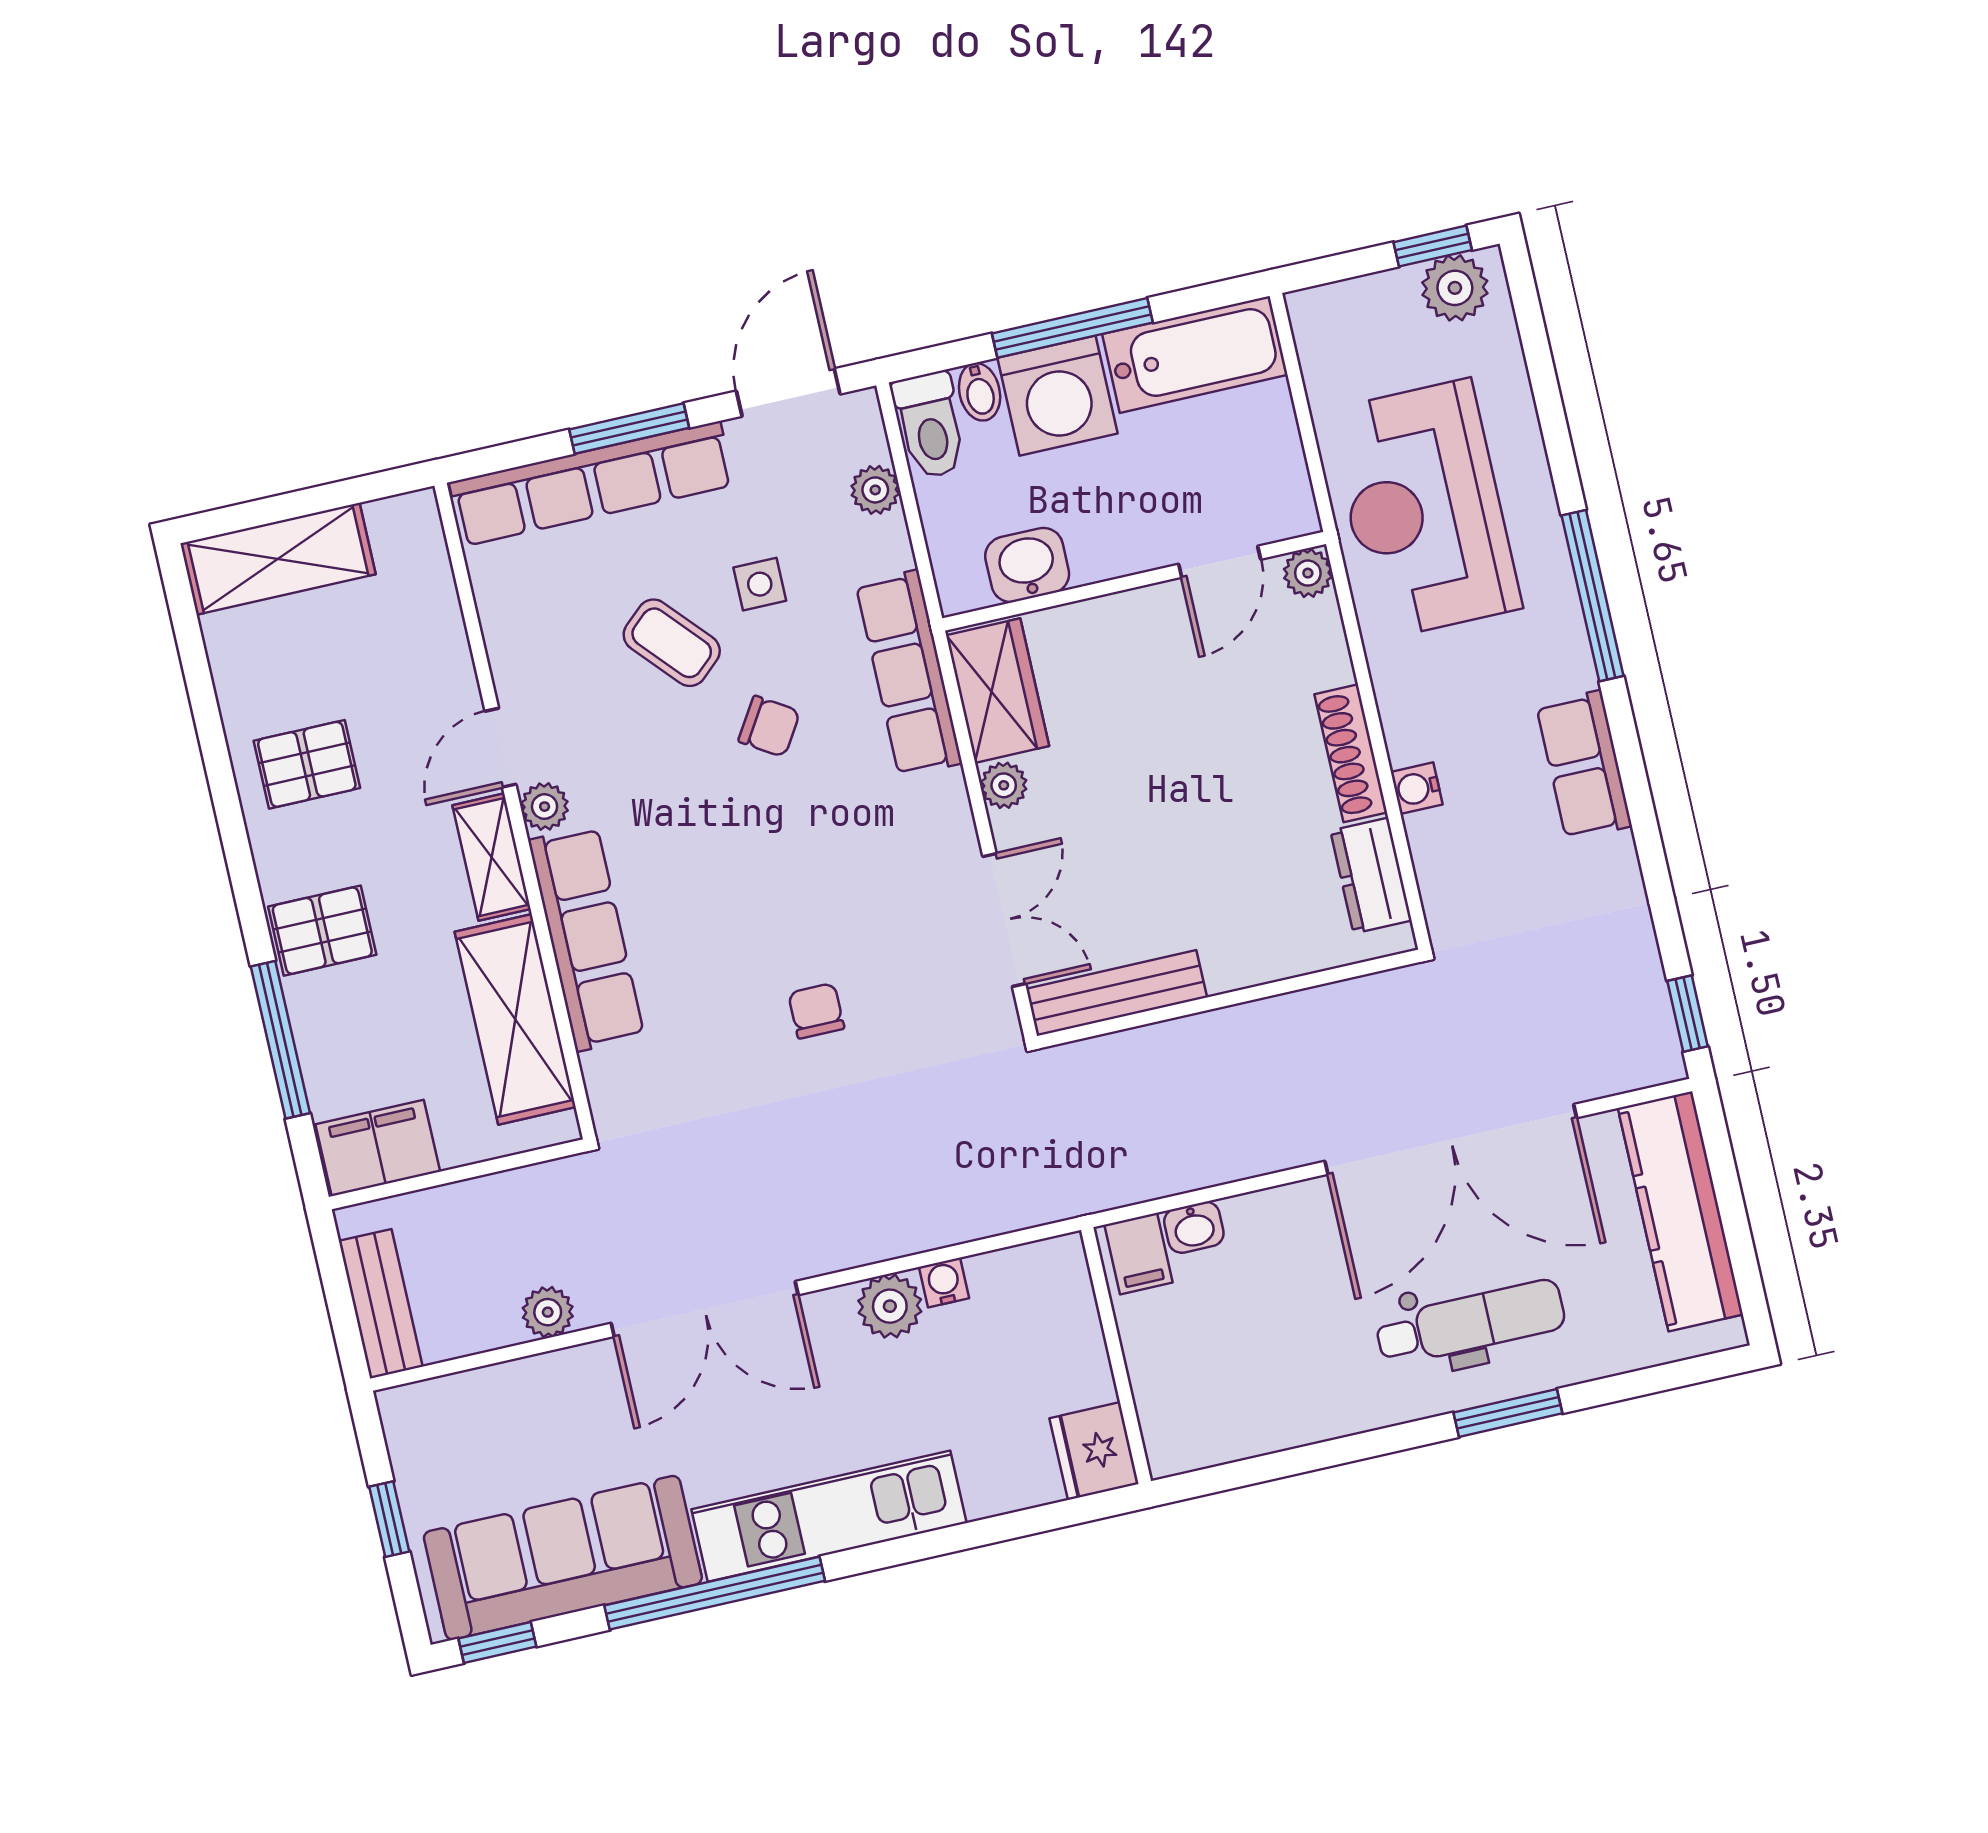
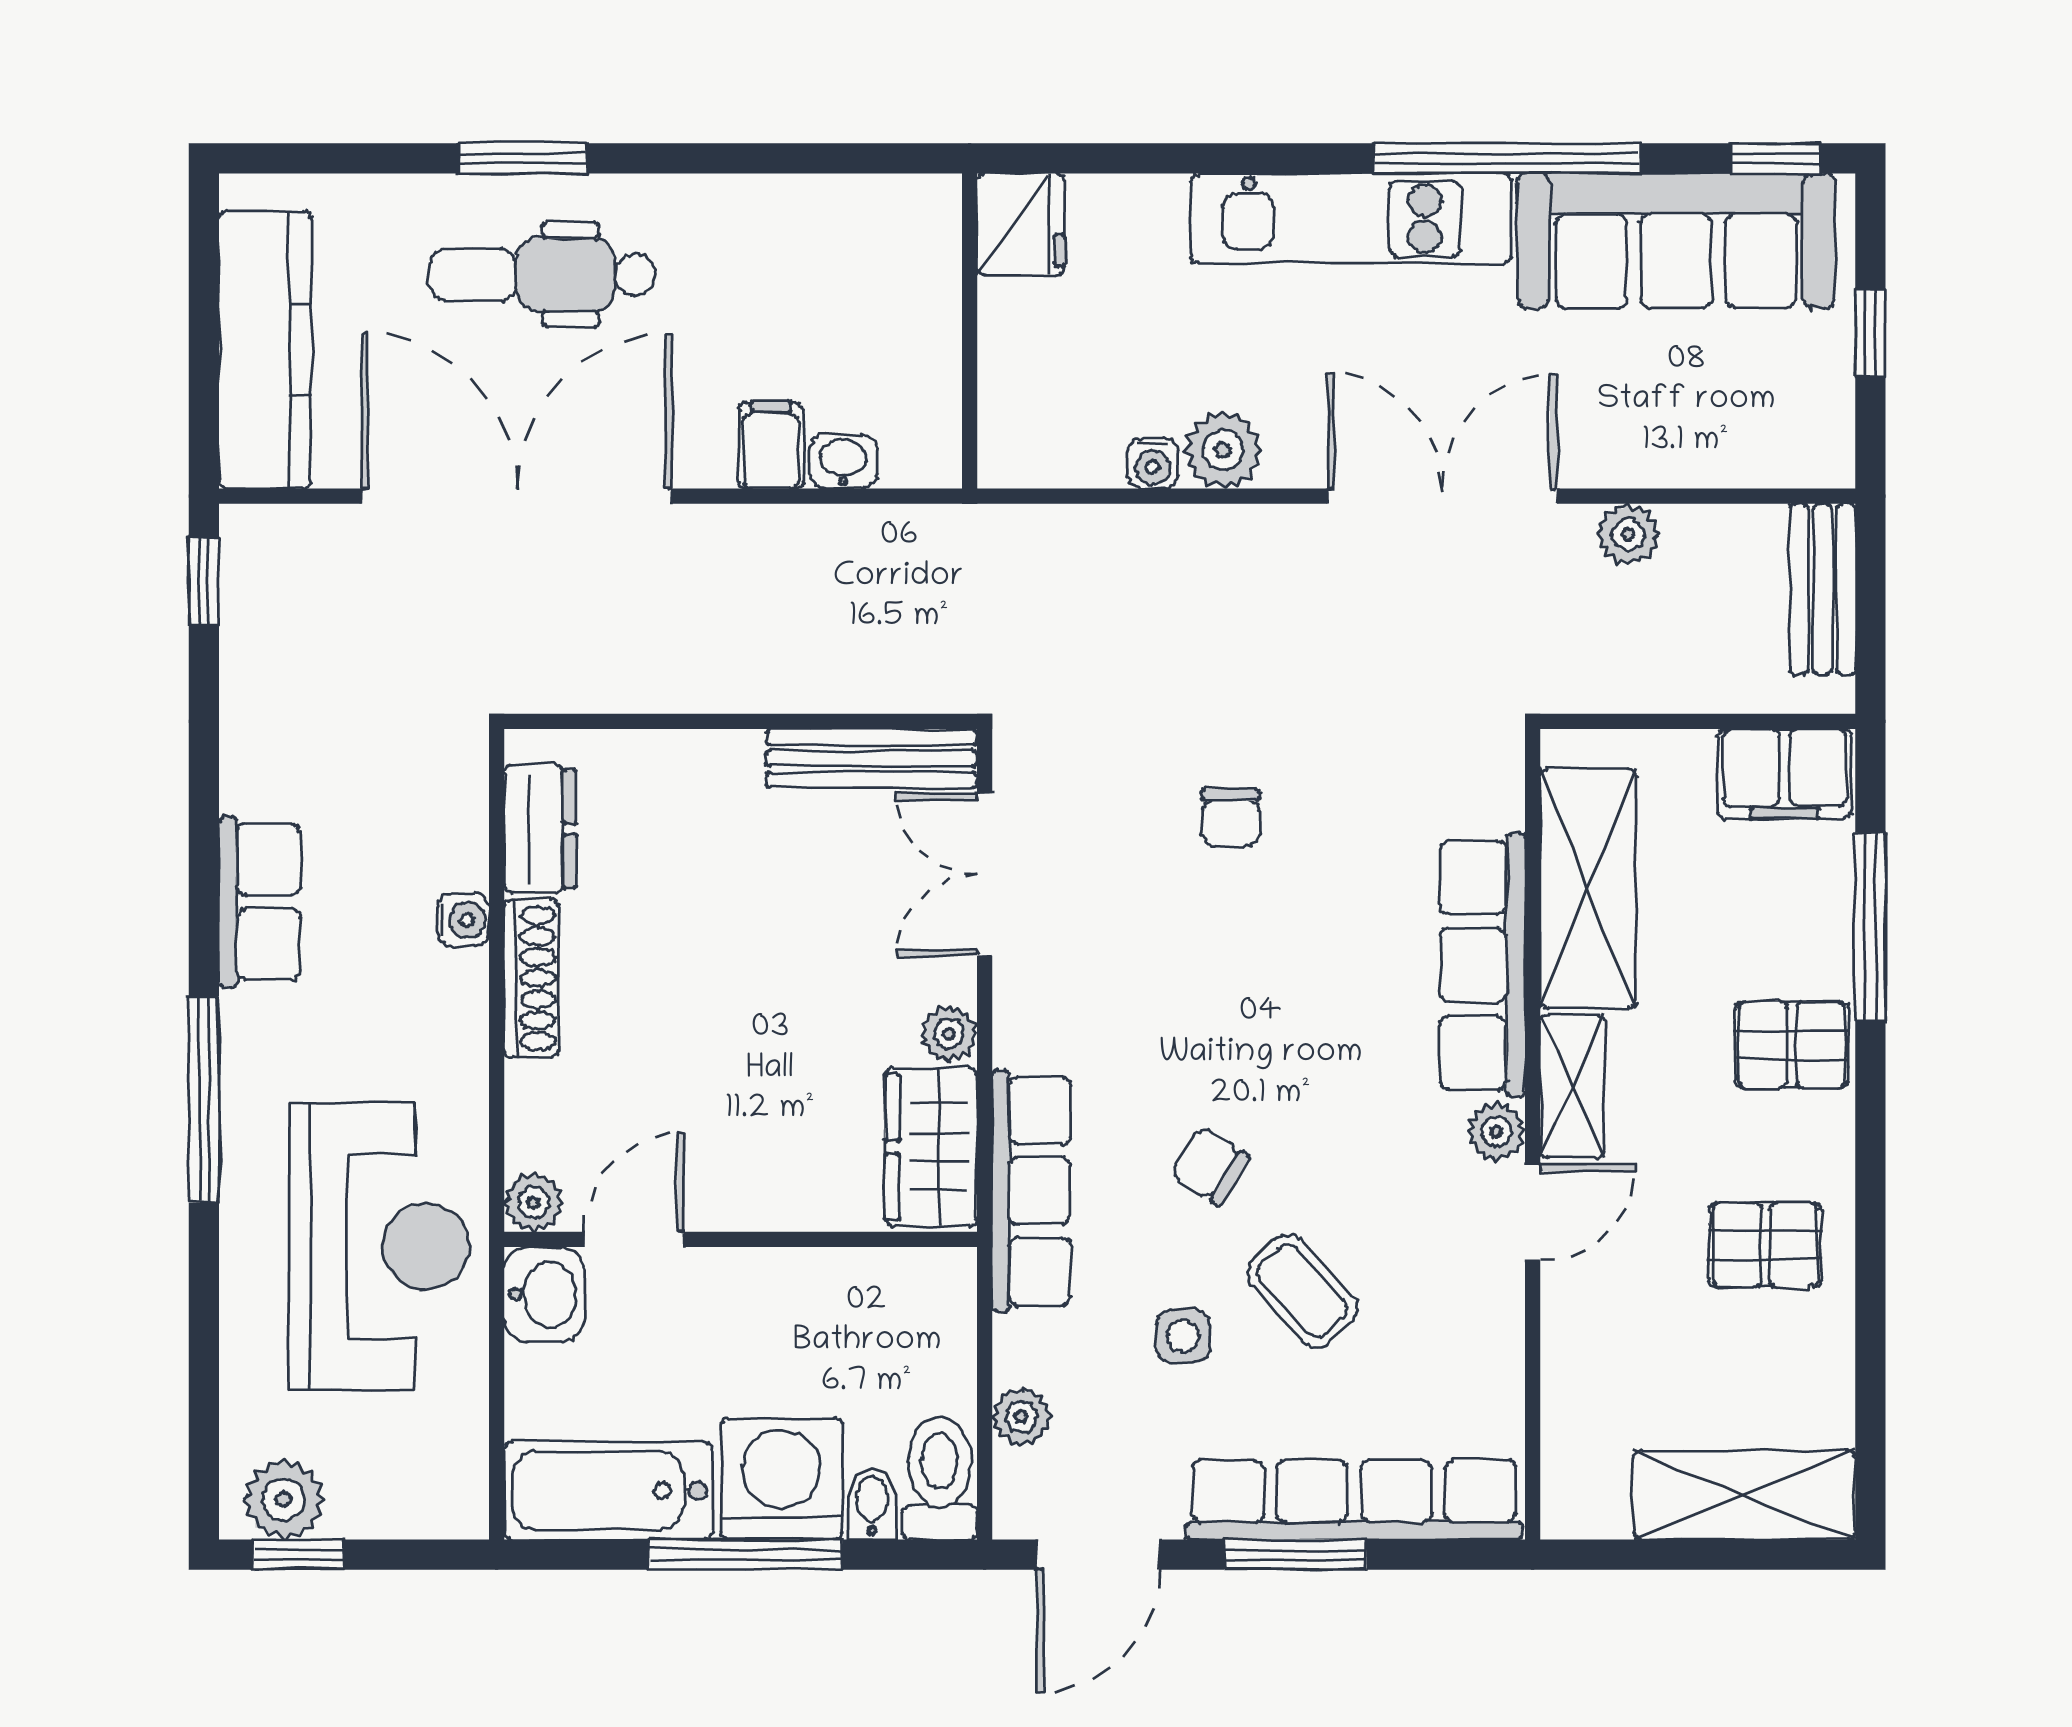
washbasin: (1027, 565) -> (544, 1294), moved, turned -90
filing cabinet: (1139, 1254) -> (771, 445), moved

